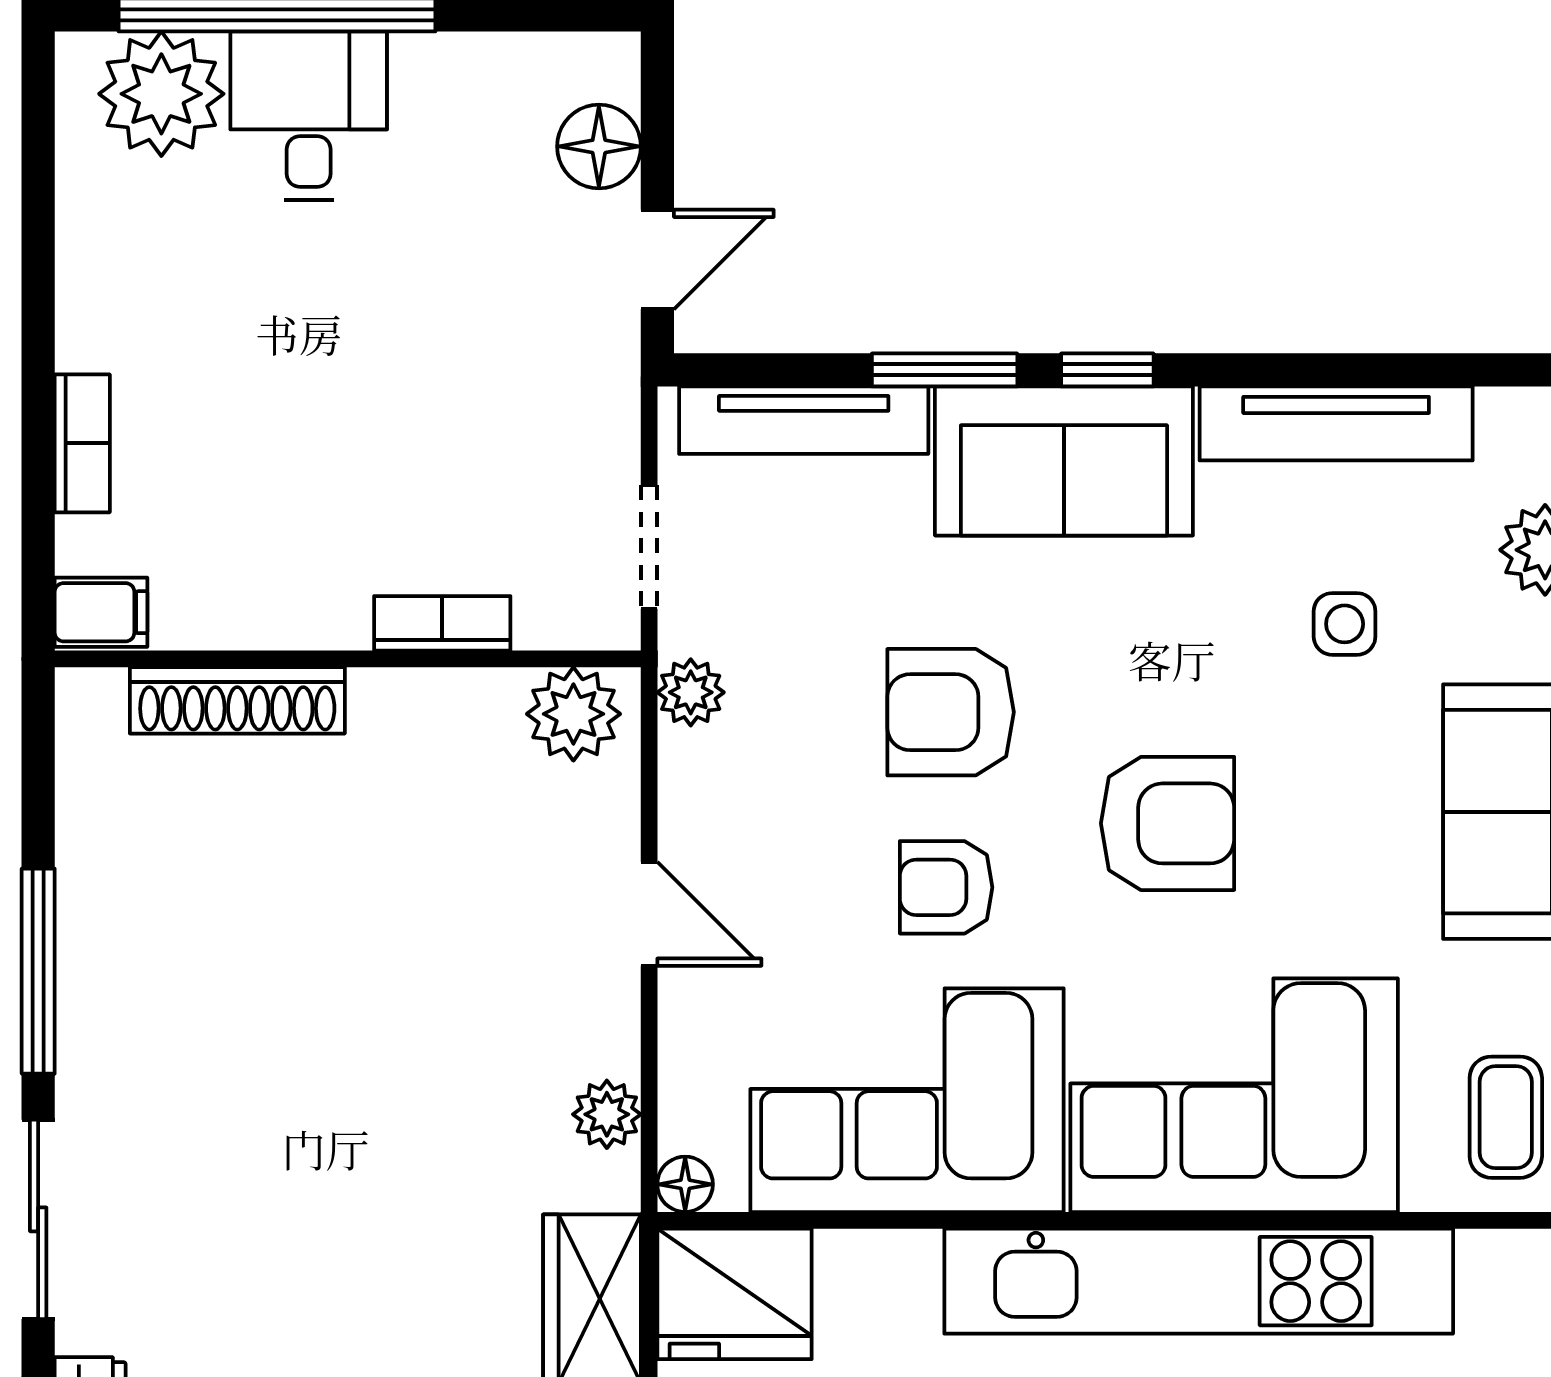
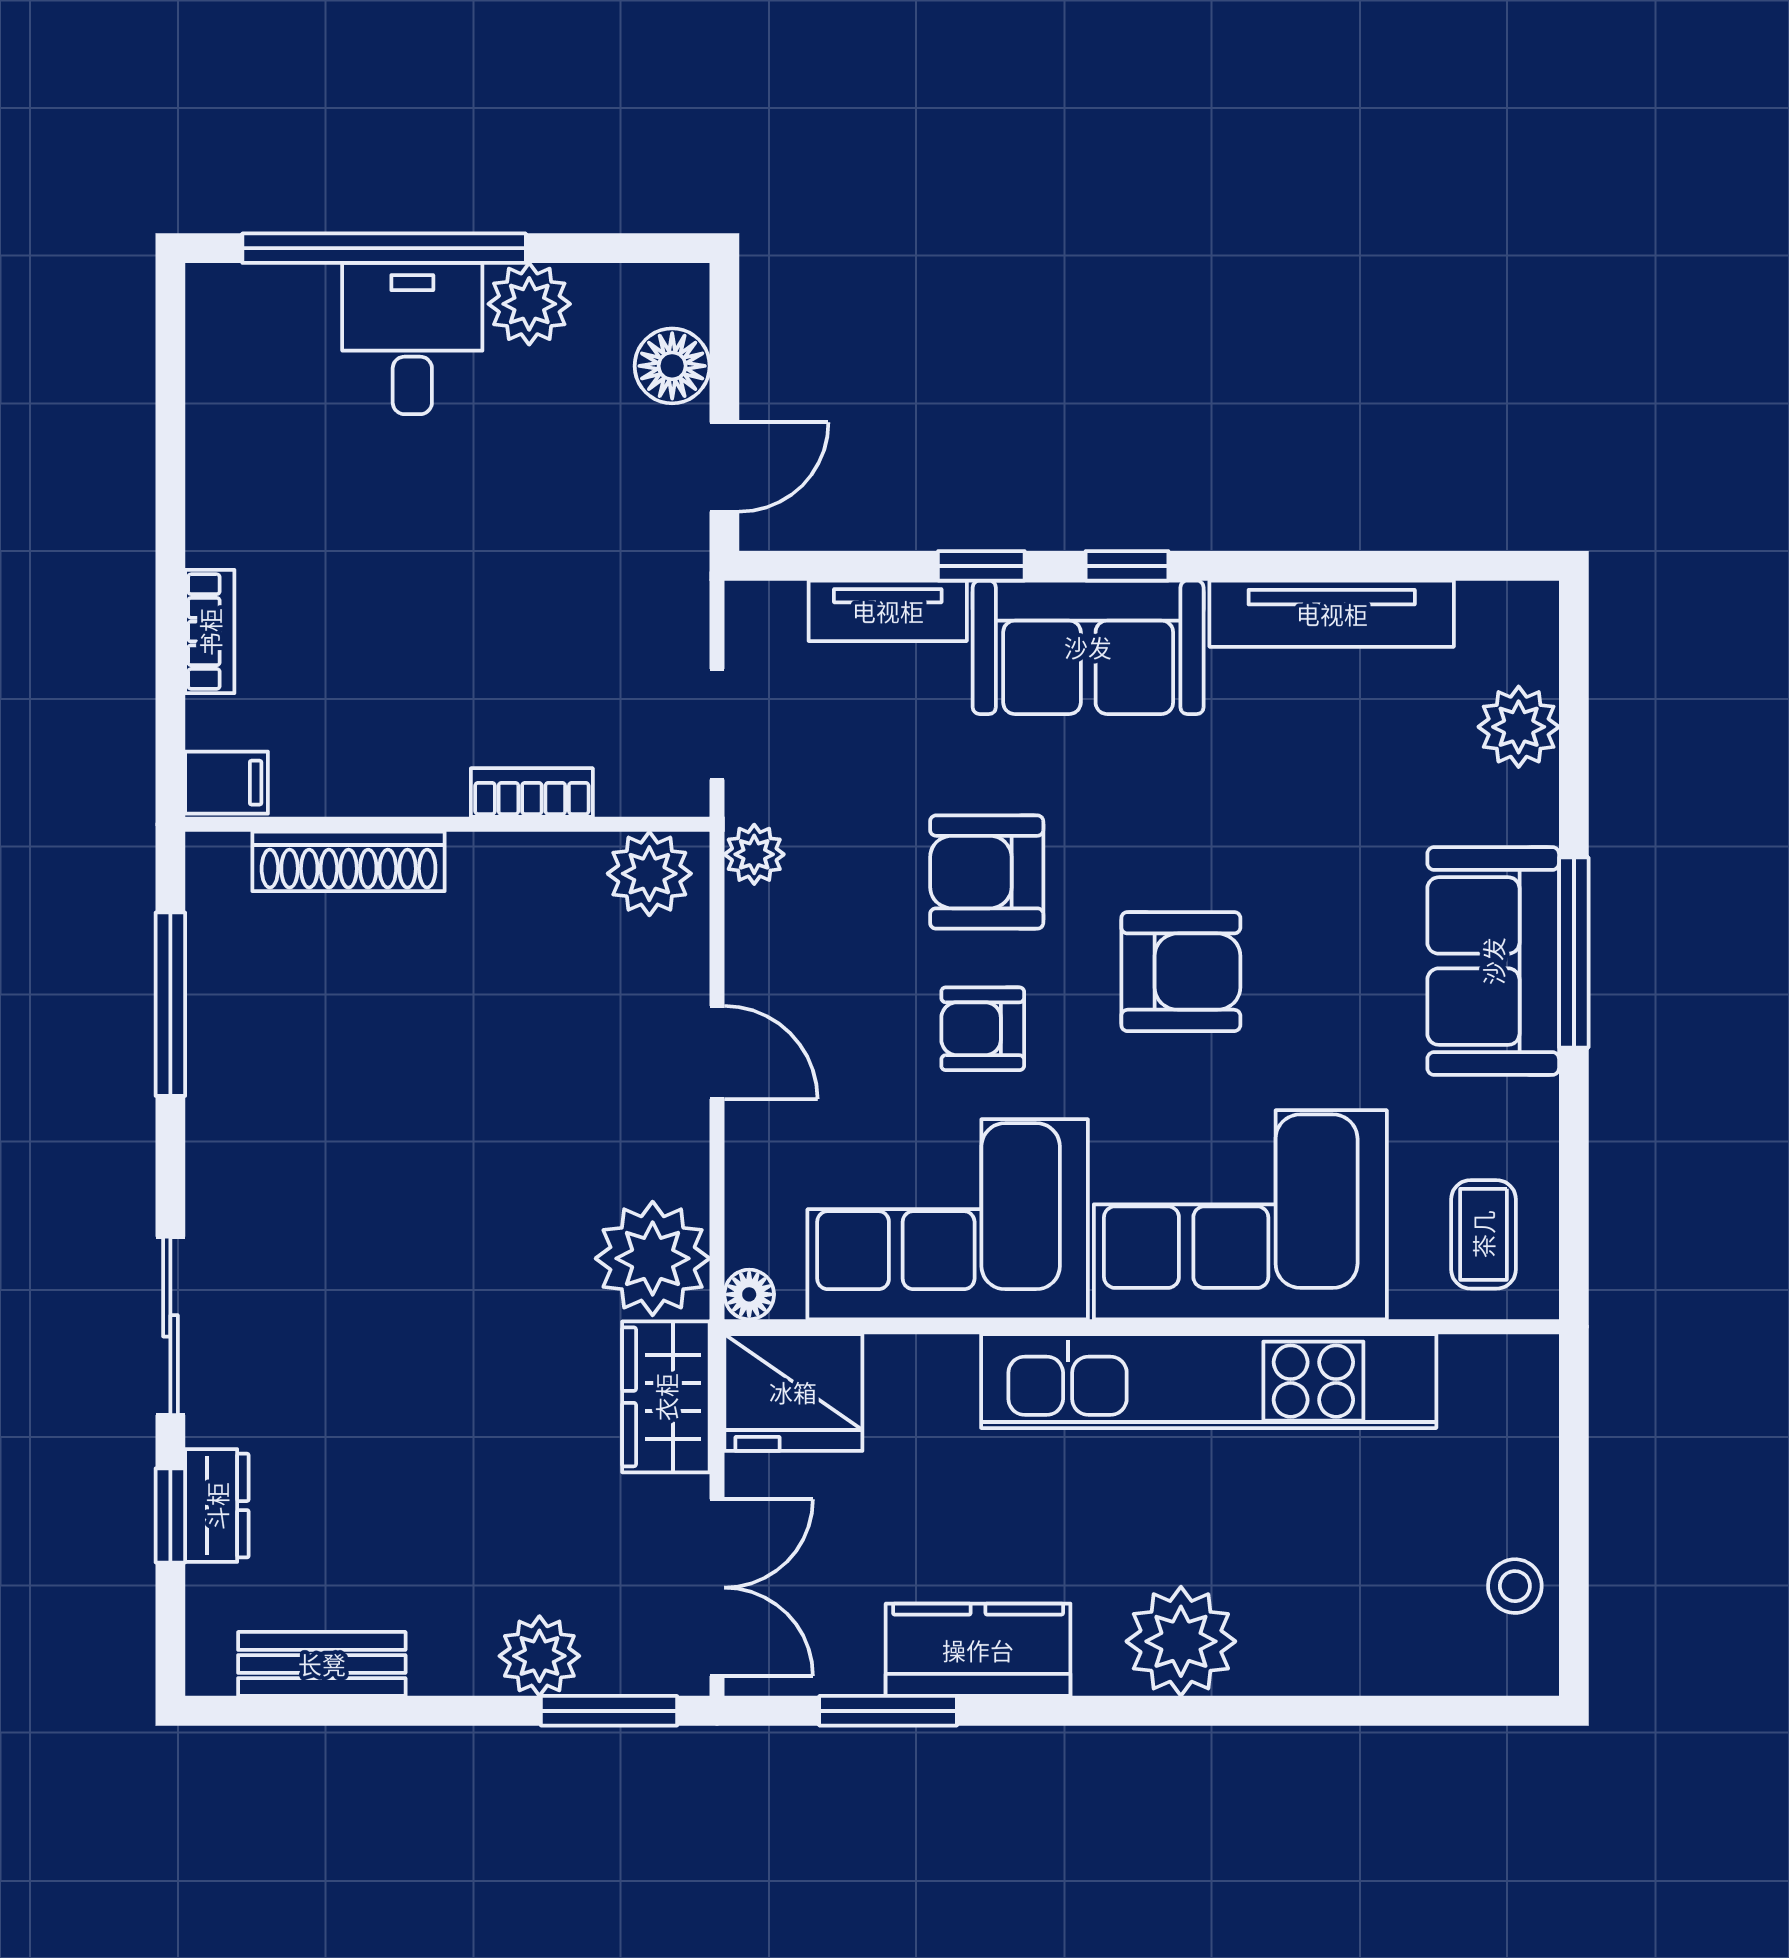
plant: (161, 94) -> (529, 304), moved, width x0.73, depth x0.73
window: (945, 370) -> (981, 566), width x0.67
tv unit: (804, 420) -> (888, 611), width x0.71
side table: (1345, 624) -> (1339, 793), removed
window: (38, 971) -> (170, 1004), moved
plant: (607, 1114) -> (653, 1258), width x1.87, depth x1.87

